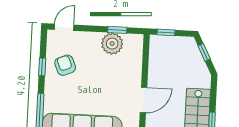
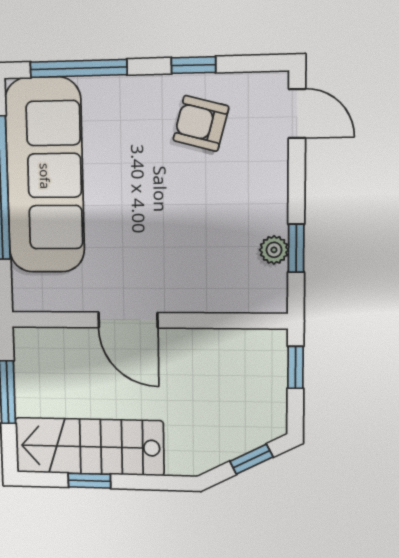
plant: (112, 44) -> (274, 250), width x0.53, depth x0.53
armchair: (65, 65) -> (201, 123), turned -142

